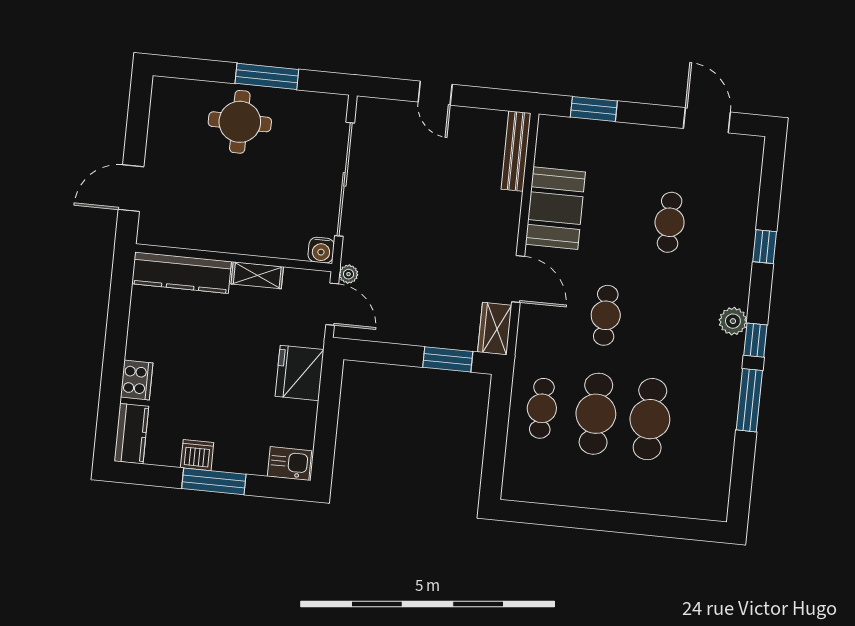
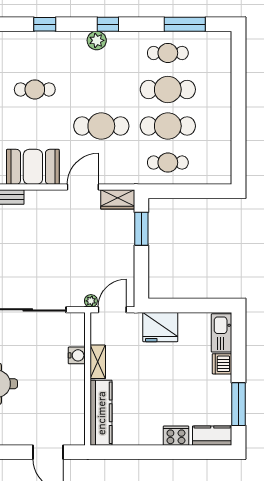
water cooler: (321, 250) -> (77, 355), moved
cafe table: (606, 315) -> (101, 126), width x1.37, depth x1.35
window: (749, 400) -> (185, 24), moved
cafe table: (704, 425) -> (168, 53), added
dishwasher: (197, 455) -> (222, 364), moved
kitchen sink: (289, 464) -> (222, 333), width x1.38
window: (214, 481) -> (239, 404), moved

